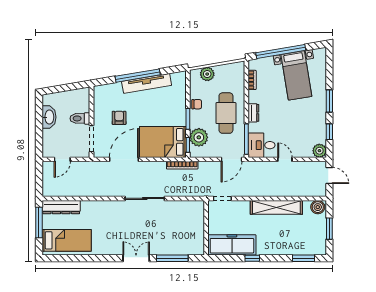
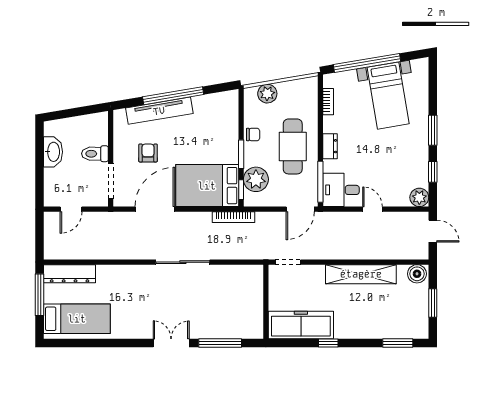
tv unit: (147, 83) -> (159, 111), moved

